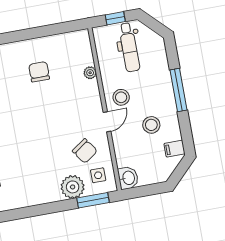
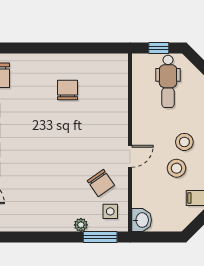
plant: (90, 73) -> (122, 101), removed
stool: (121, 97) -> (184, 142), moved
plant: (73, 187) -> (81, 225), width x0.53, depth x0.53

